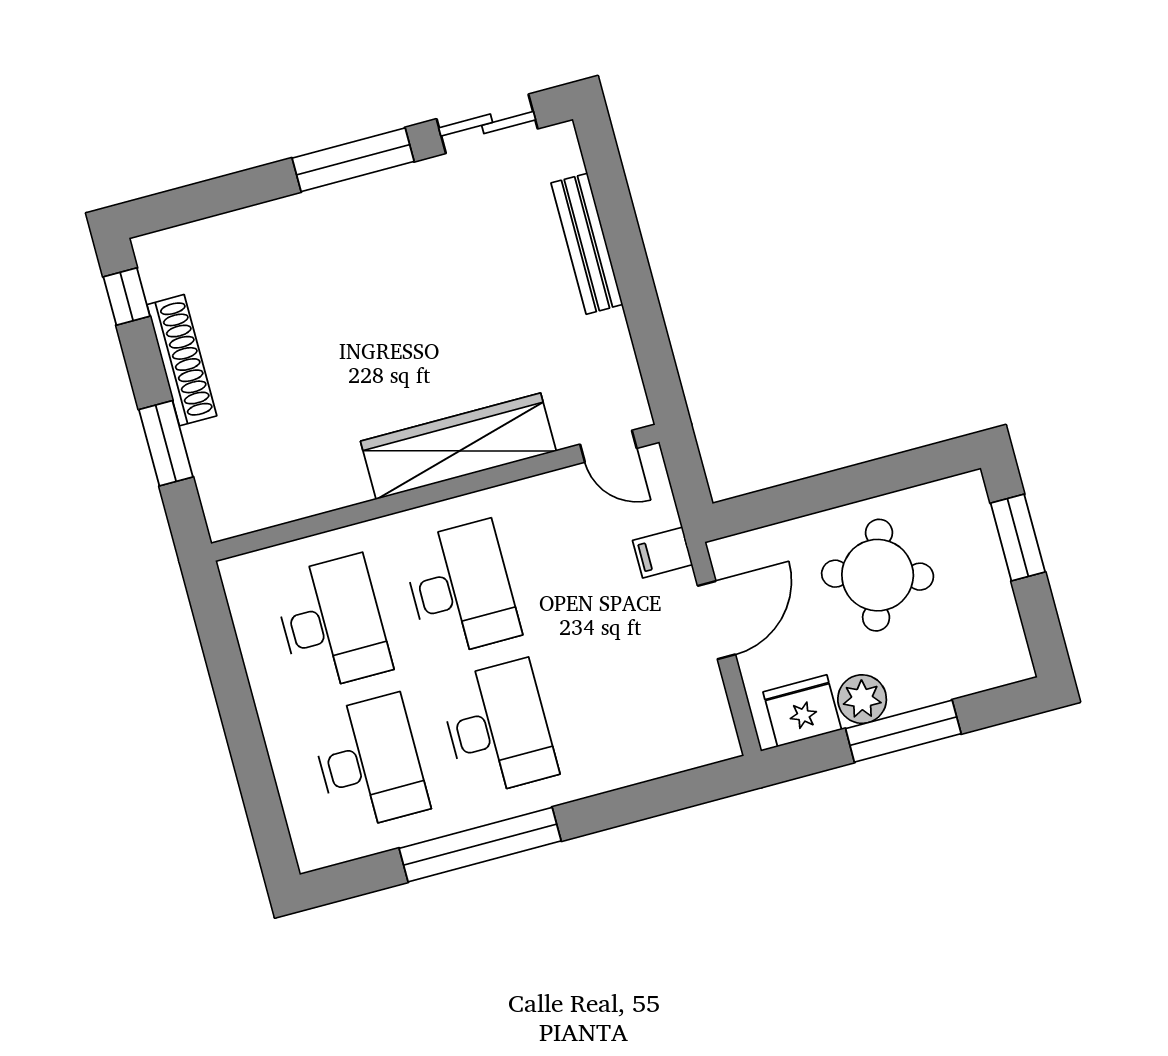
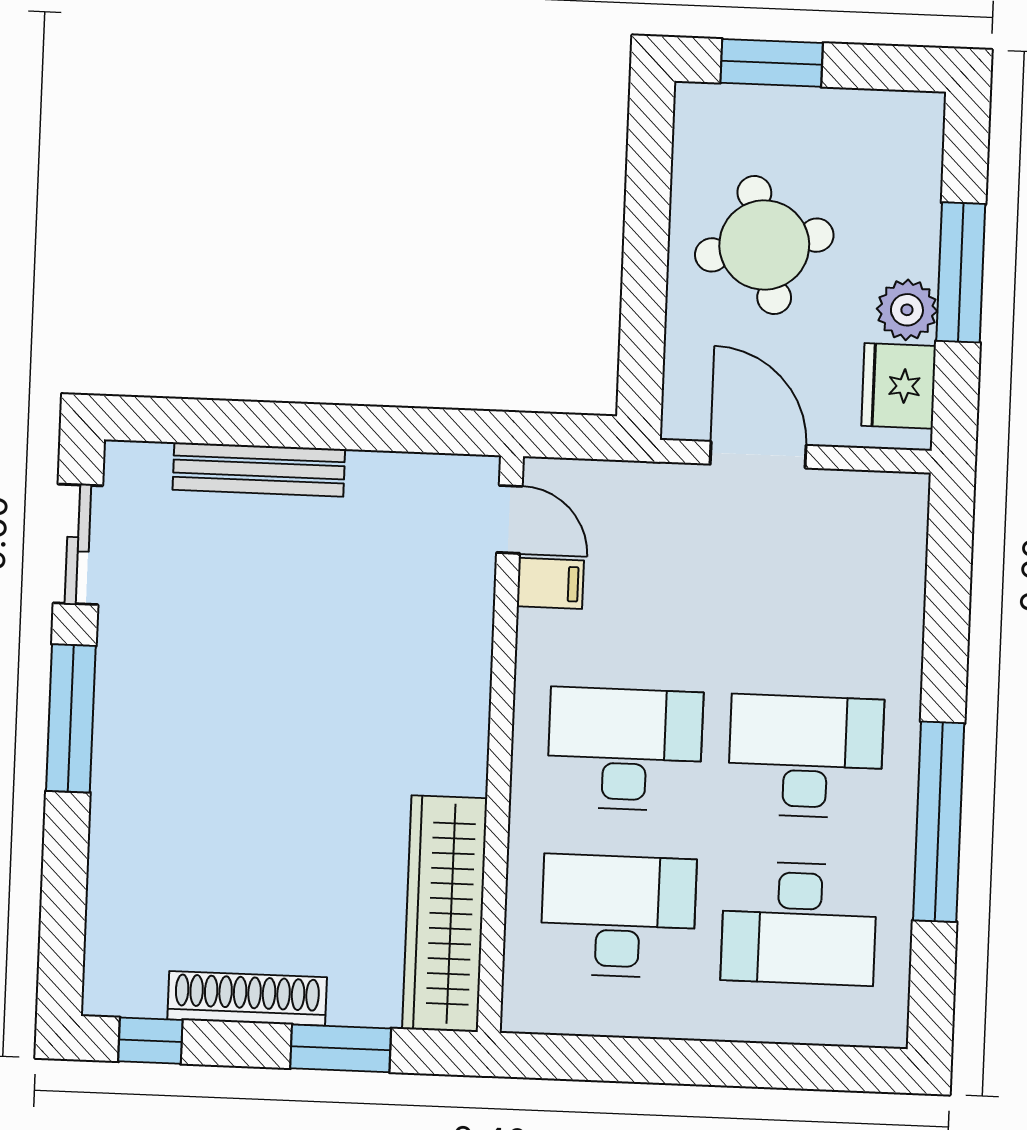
wardrobe: (458, 446) -> (445, 914), moved
door: (608, 446) -> (509, 519), hinge flipped
filing cabinet: (663, 553) -> (550, 583), moved, turned -90
round table: (878, 575) -> (764, 245), turned -30
desk: (370, 762) -> (799, 923), turned 180

